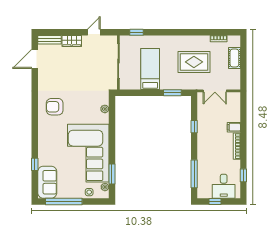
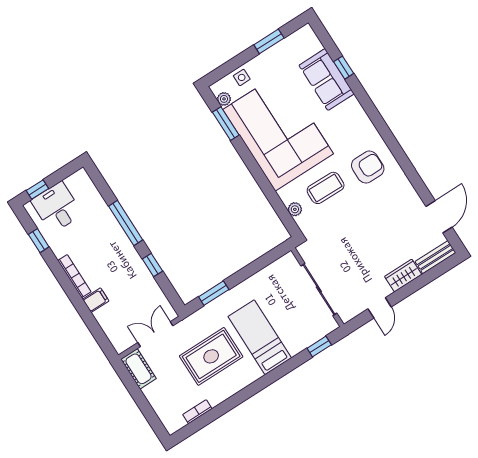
cot: (234, 58) -> (138, 369), moved
bed: (150, 69) -> (260, 337), moved, turned 180
coffee table: (83, 110) -> (326, 188), added
window: (194, 174) -> (126, 223), moved
sofa: (47, 182) -> (326, 80), moved
window: (64, 201) -> (269, 41), width x0.47
window: (215, 201) -> (37, 190), moved

